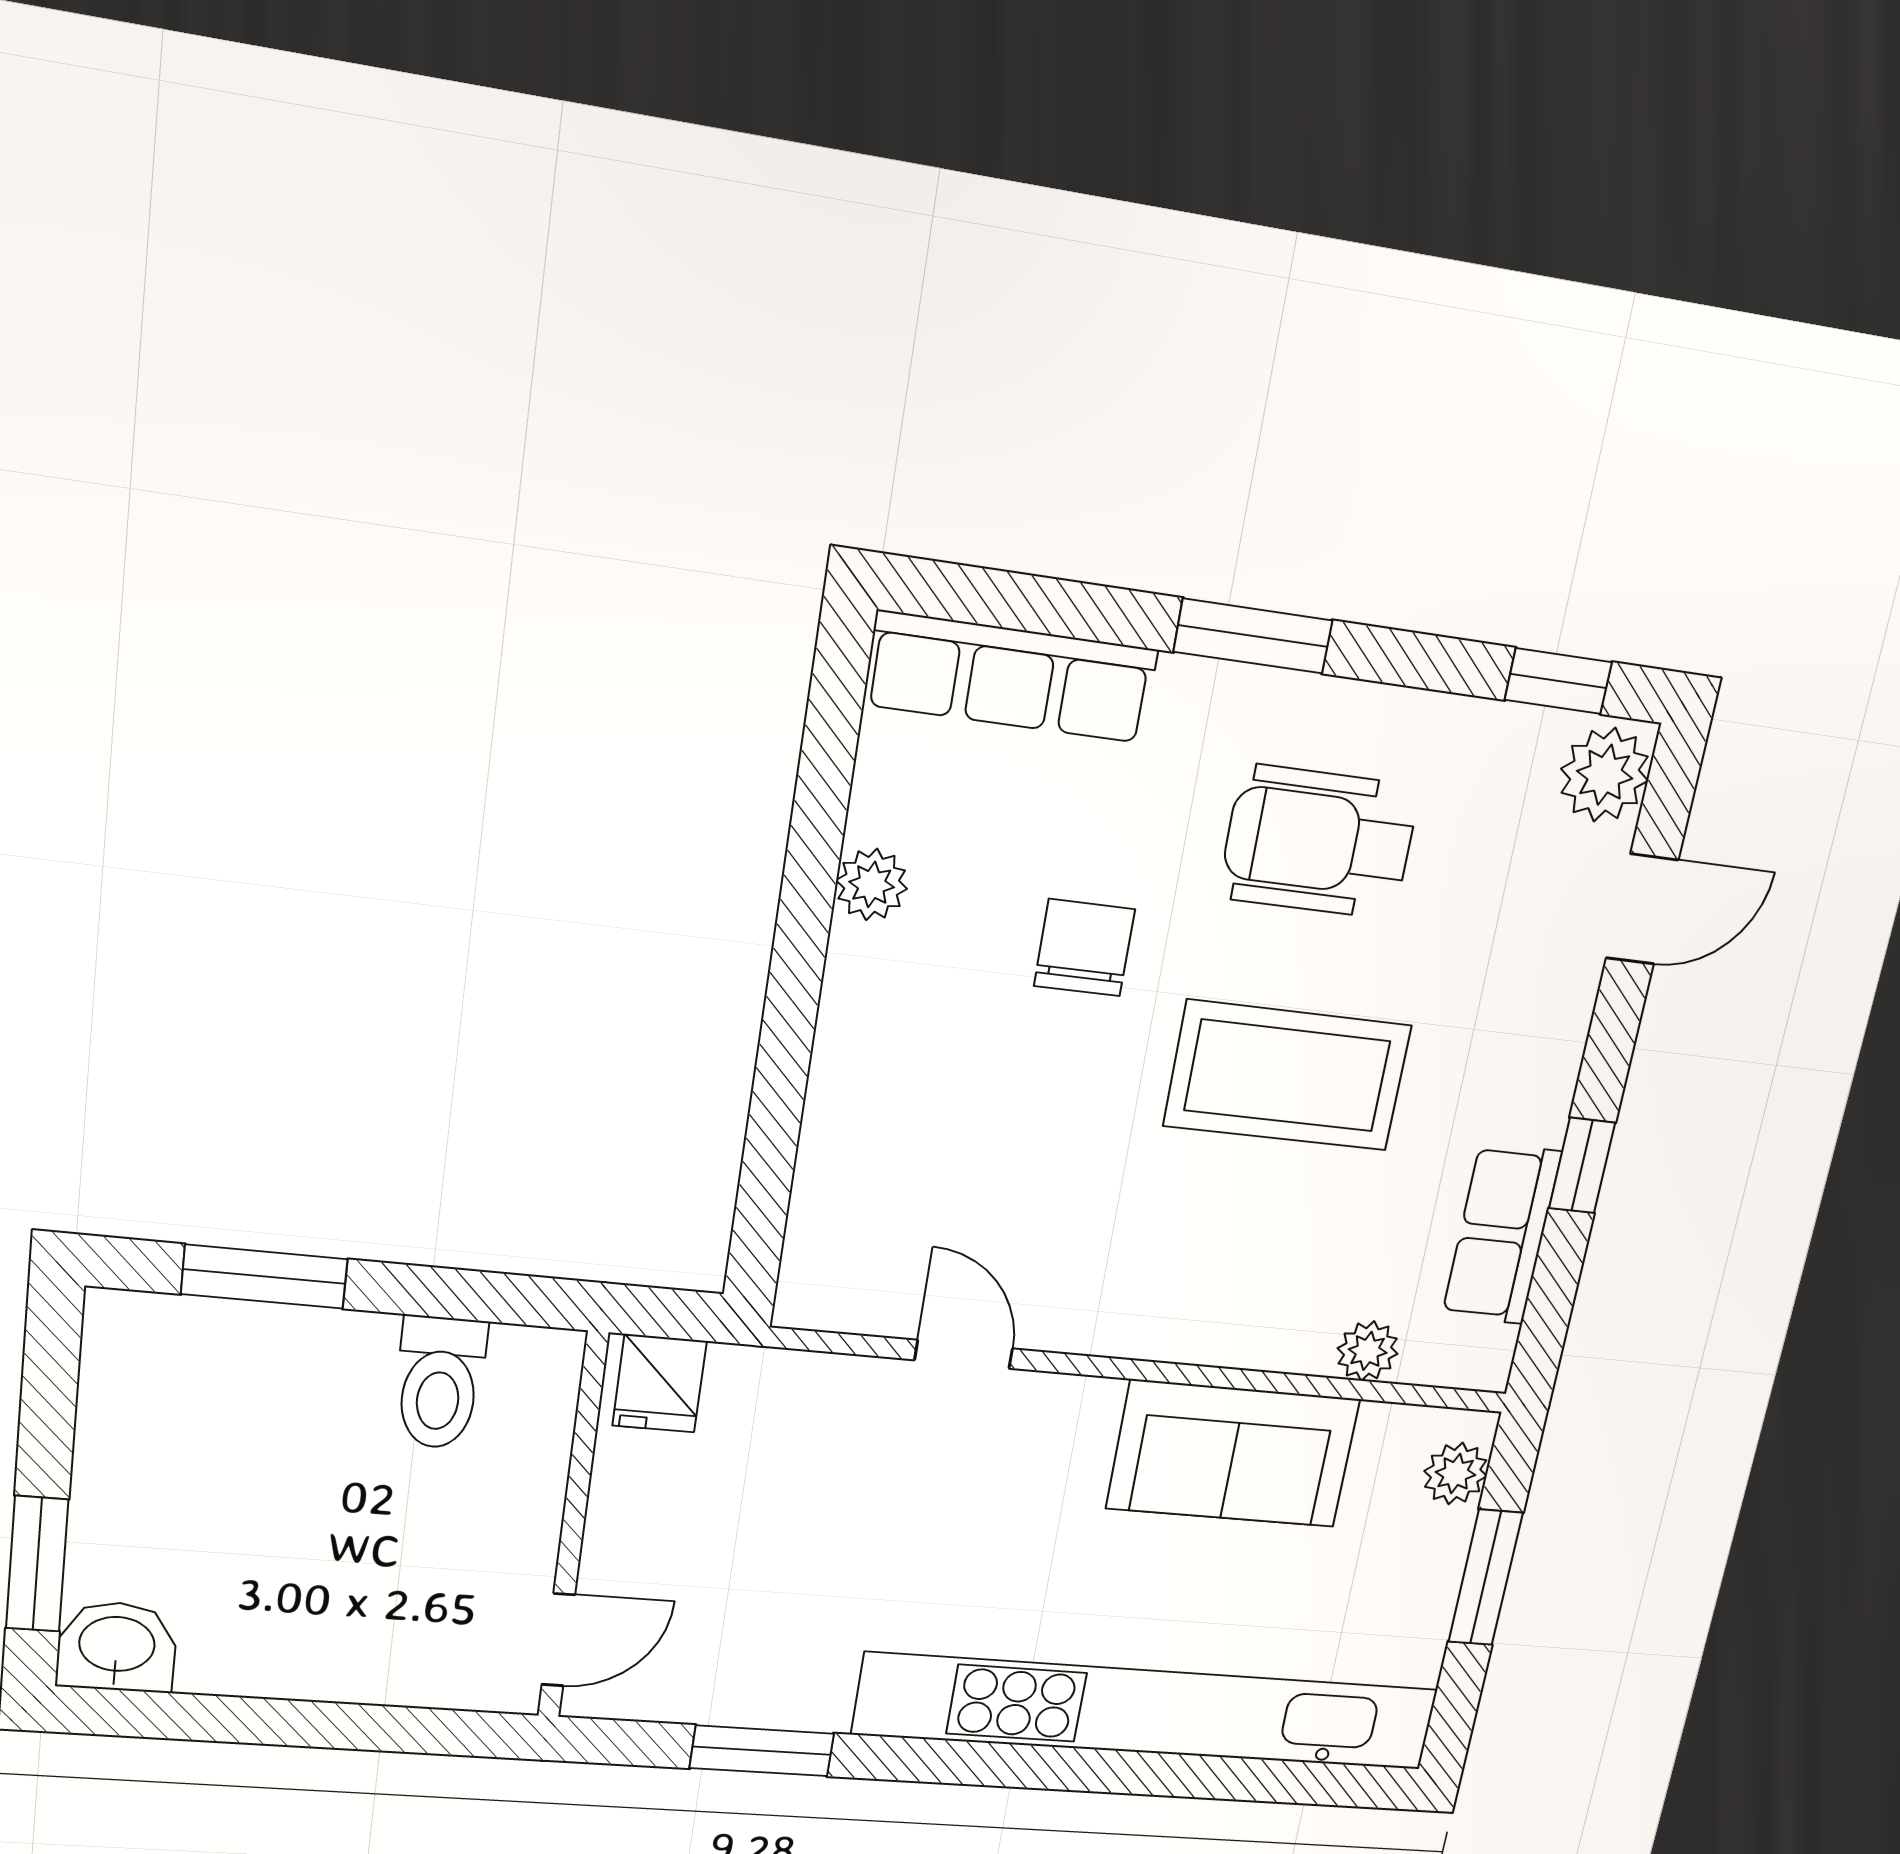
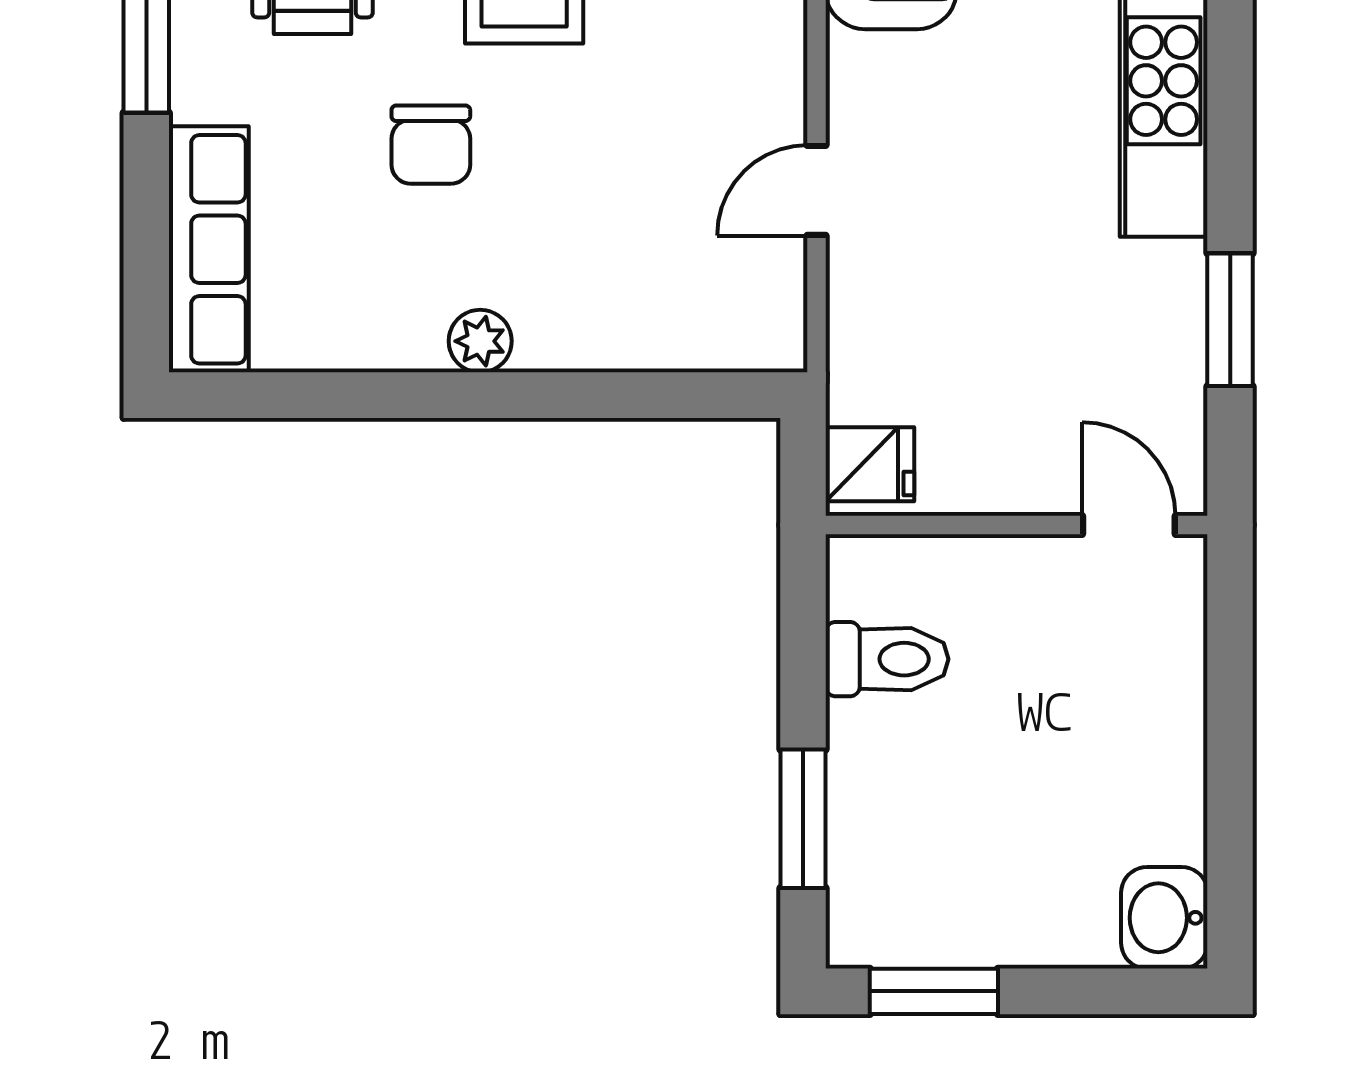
plant: (872, 885) -> (480, 341), moved
chair: (1084, 948) -> (431, 145), turned -90
window: (37, 1564) -> (934, 991), moved

